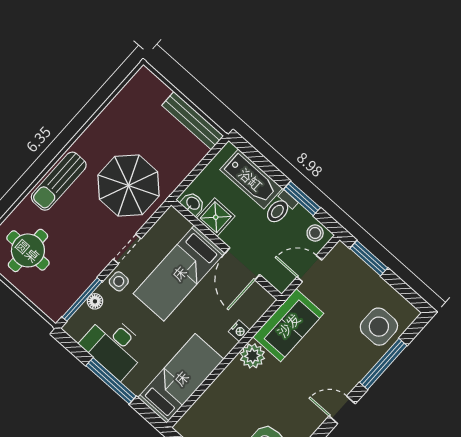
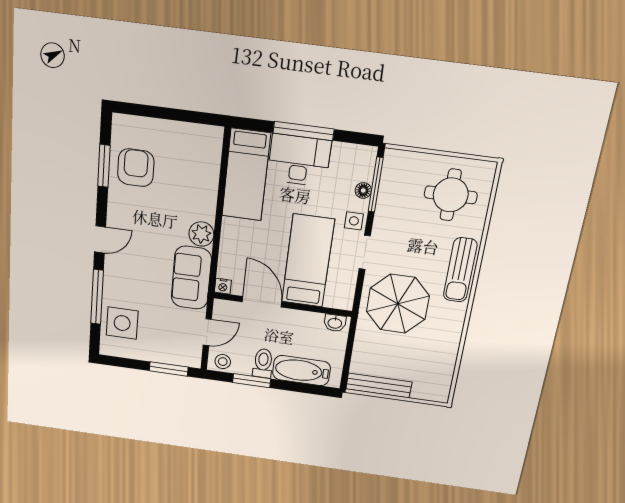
sun lounger: (59, 181) -> (460, 270), turned 180
shower: (216, 217) -> (309, 324), removed
nightstand: (239, 331) -> (223, 286), moved, turned -90
desk: (114, 346) -> (299, 160), moved

